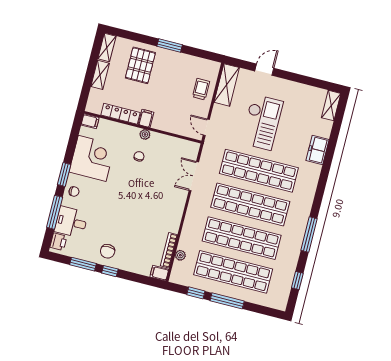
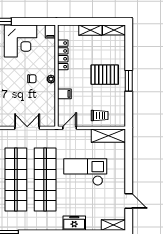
pallet: (140, 65) -> (105, 75), moved
door: (264, 70) -> (129, 201), moved
filing cabinet: (146, 118) -> (64, 94), moved
checkout: (262, 122) -> (85, 172), turned 180

